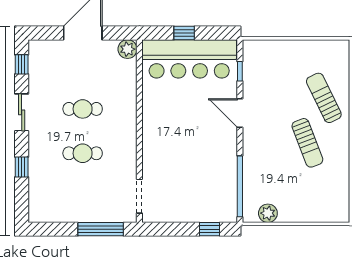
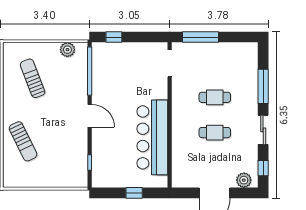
plant: (128, 49) -> (244, 180), moved
bar counter: (189, 59) -> (152, 137), moved, turned -90
door: (240, 113) -> (90, 116), moved
sun lounger: (307, 143) -> (33, 78), moved
window: (22, 167) -> (263, 86), width x2.17

